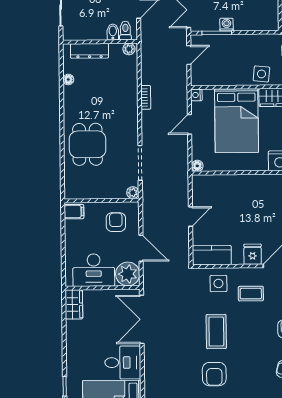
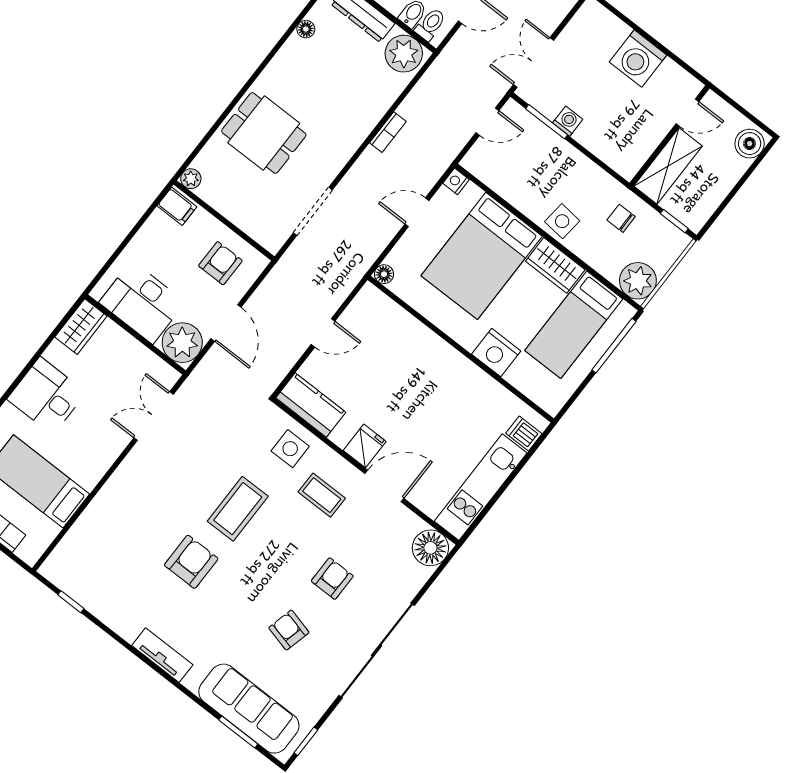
plant: (129, 49) -> (404, 54), width x1.88, depth x1.88
dining table: (88, 144) -> (264, 133), turned 90
plant: (133, 193) -> (191, 179), moved
double door: (142, 319) -> (154, 416), width x0.73
desk: (123, 363) -> (47, 396), moved, turned 180
armchair: (214, 374) -> (191, 562), turned 180

